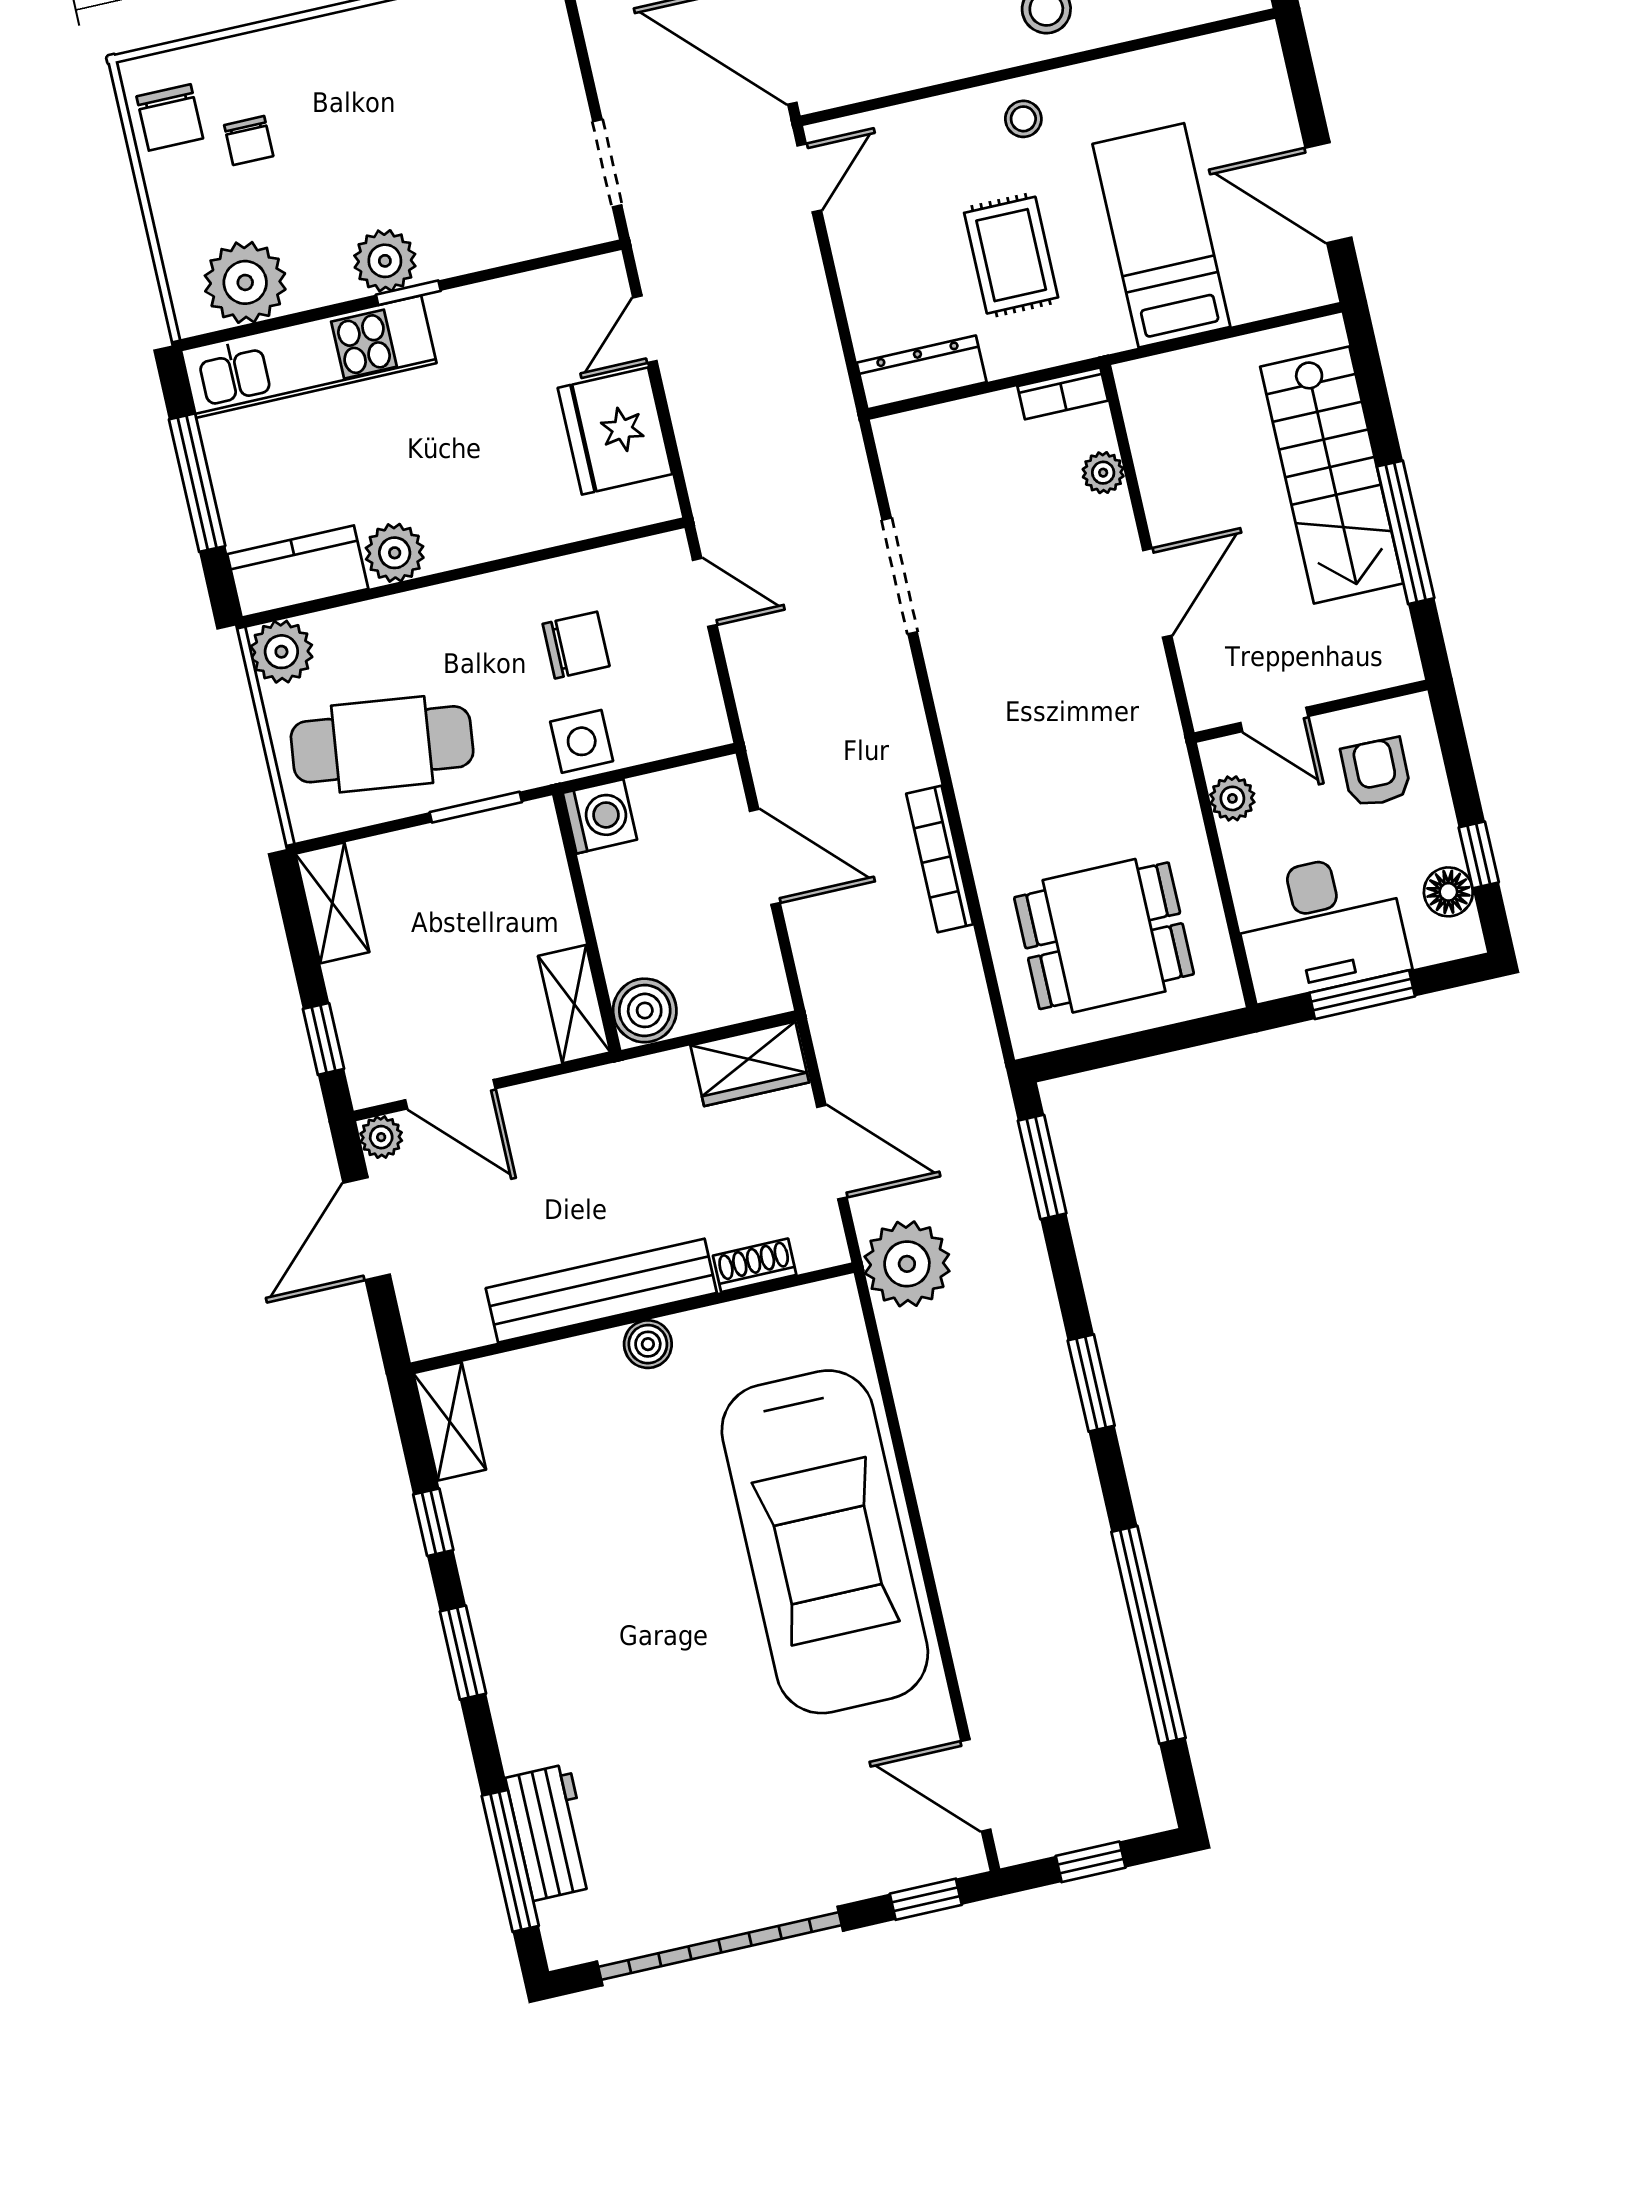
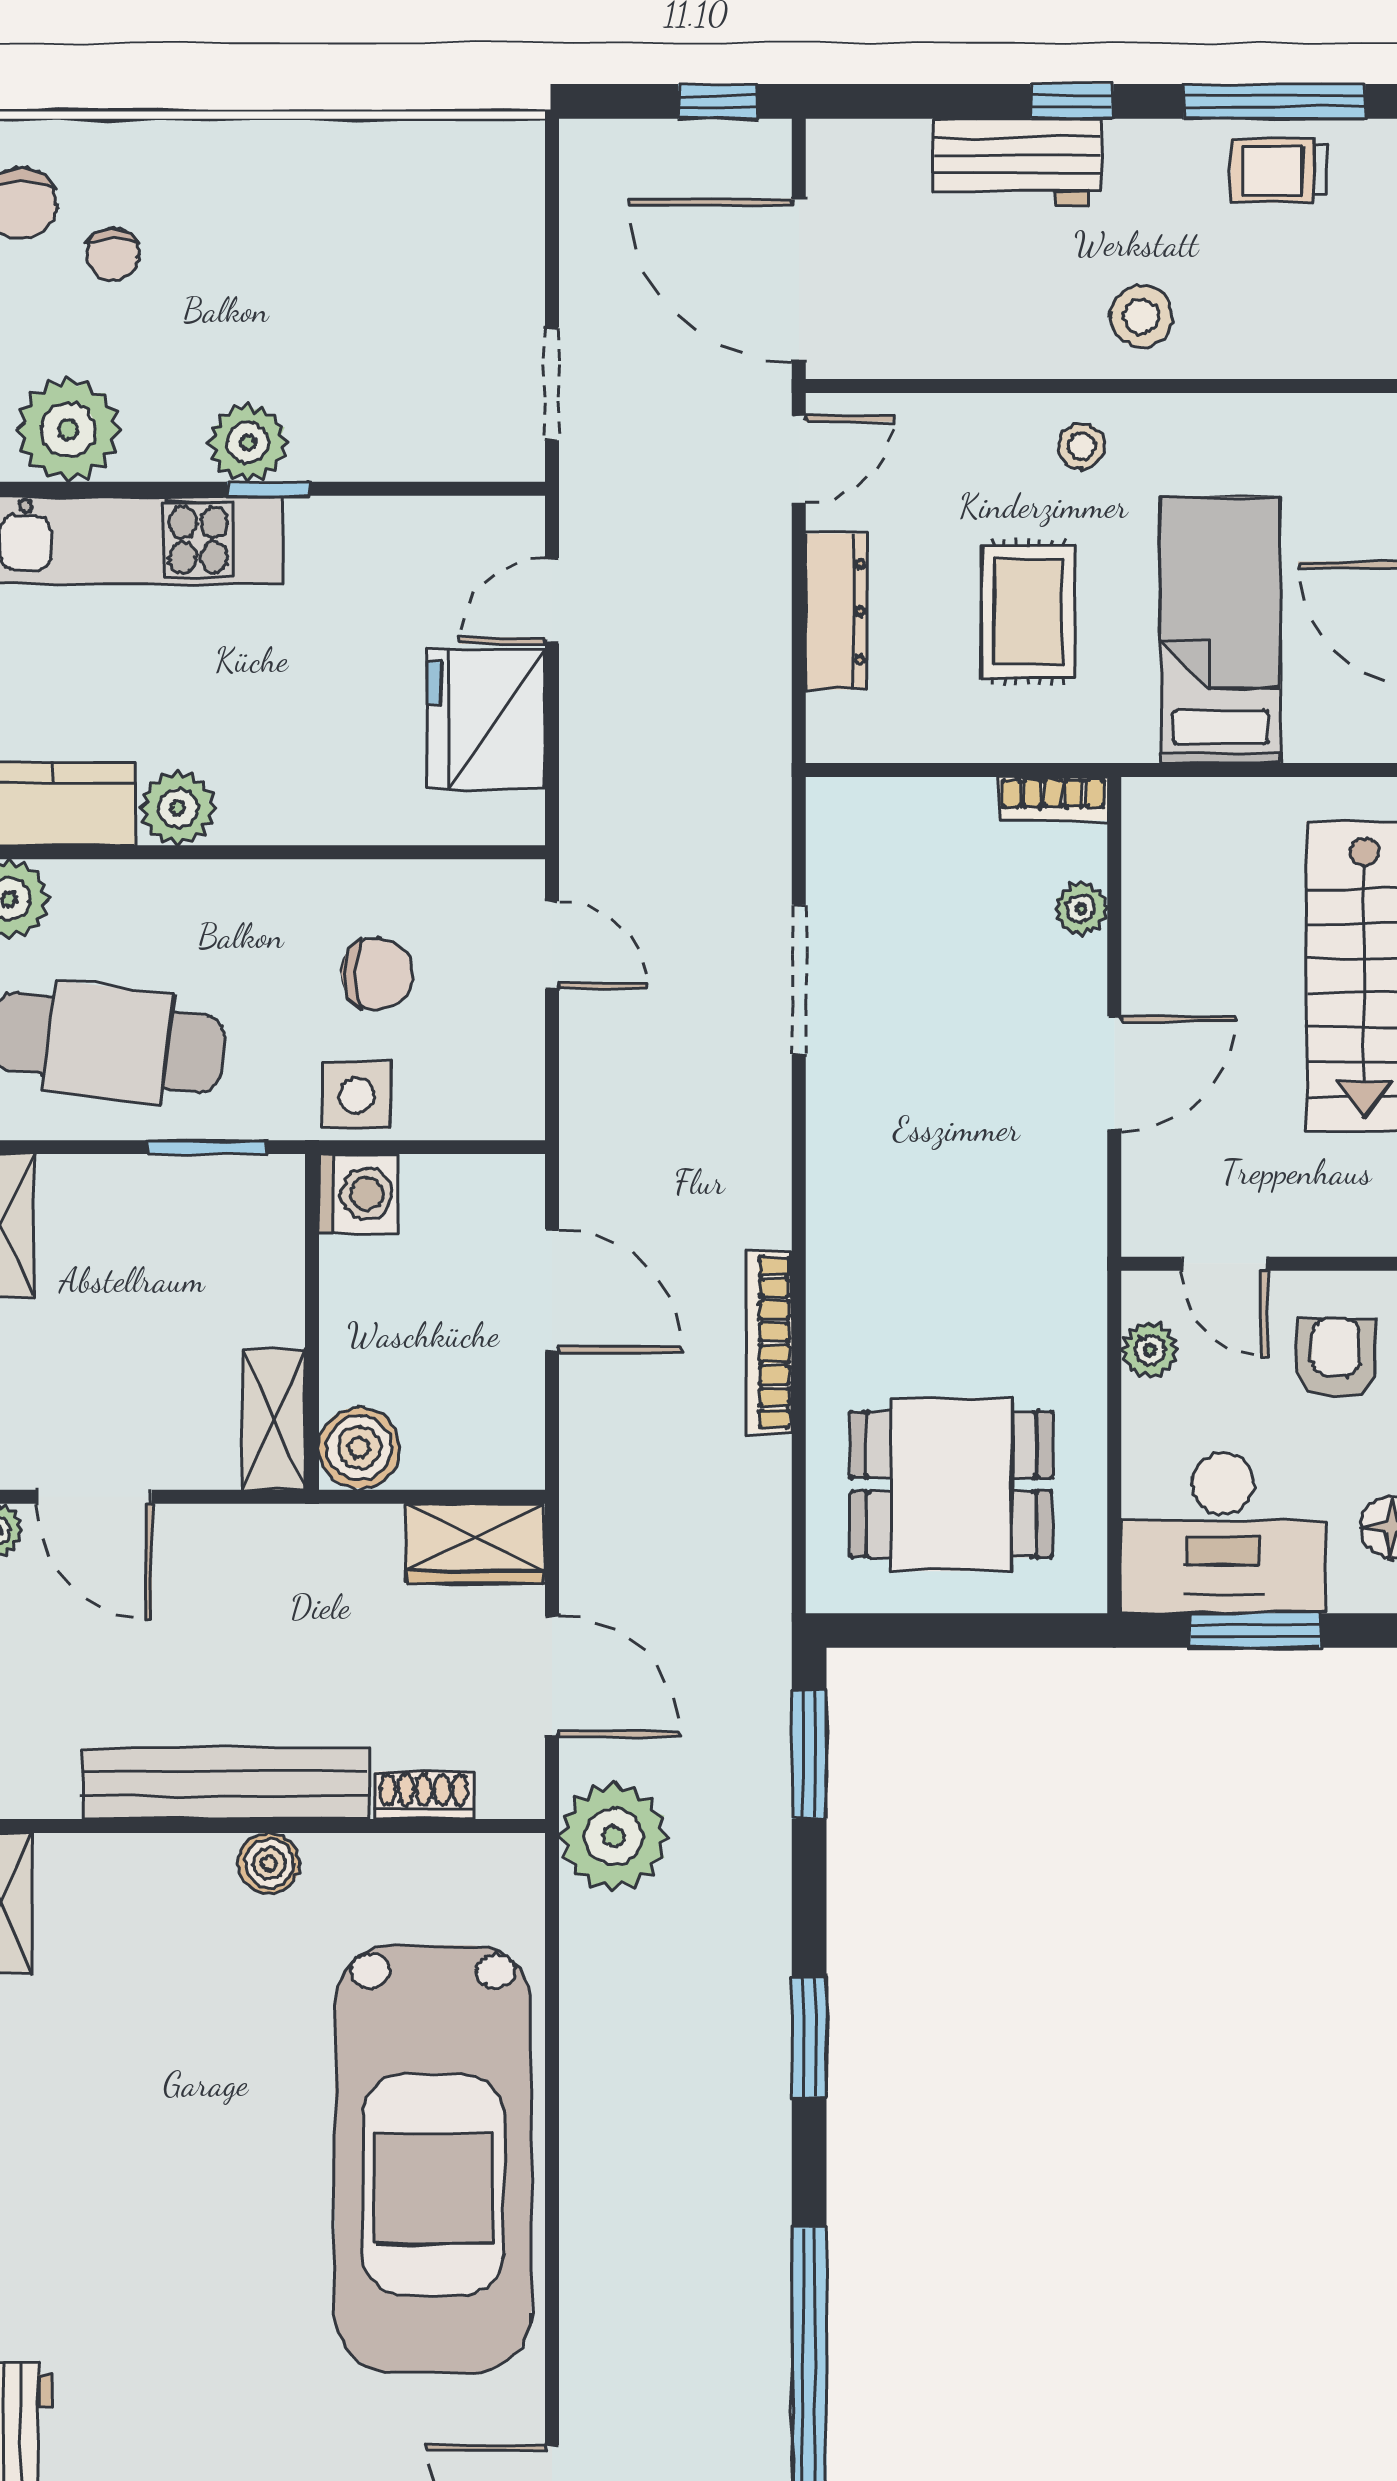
dresser: (922, 372) -> (836, 612), moved, turned 90

